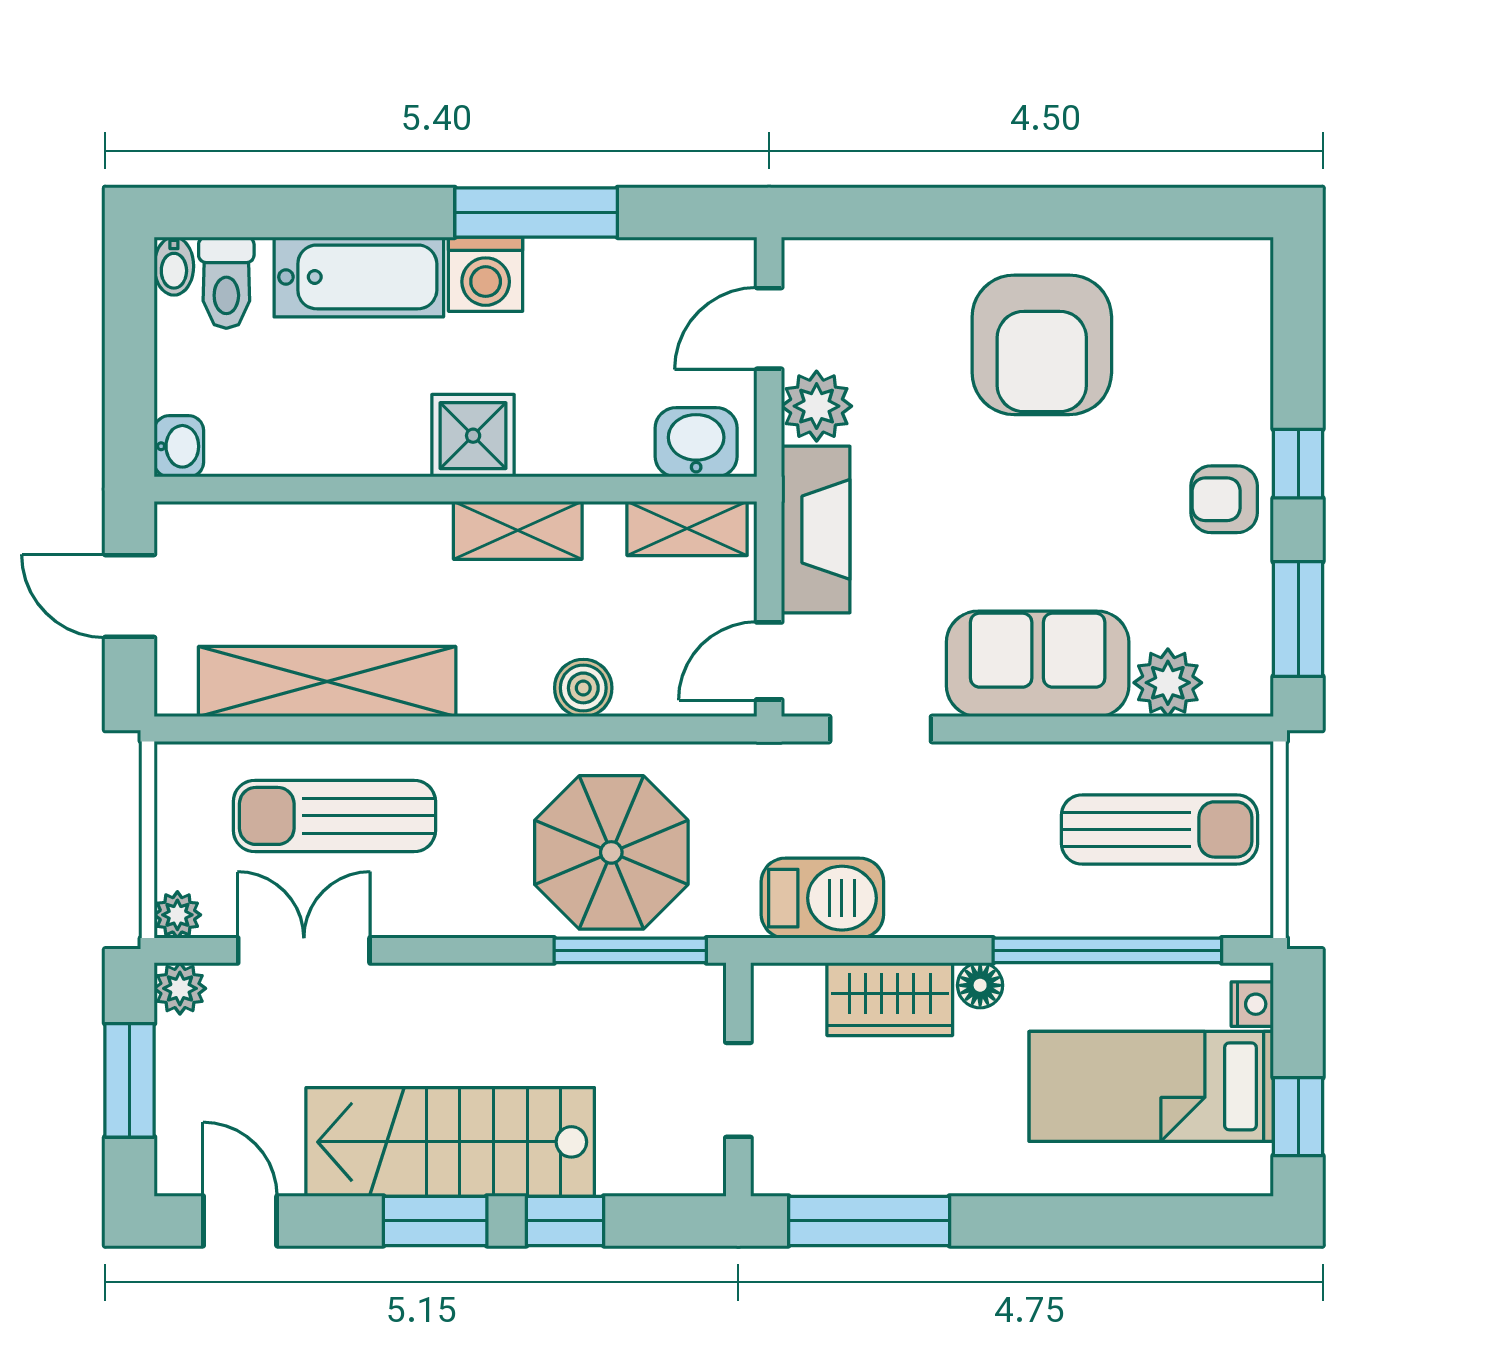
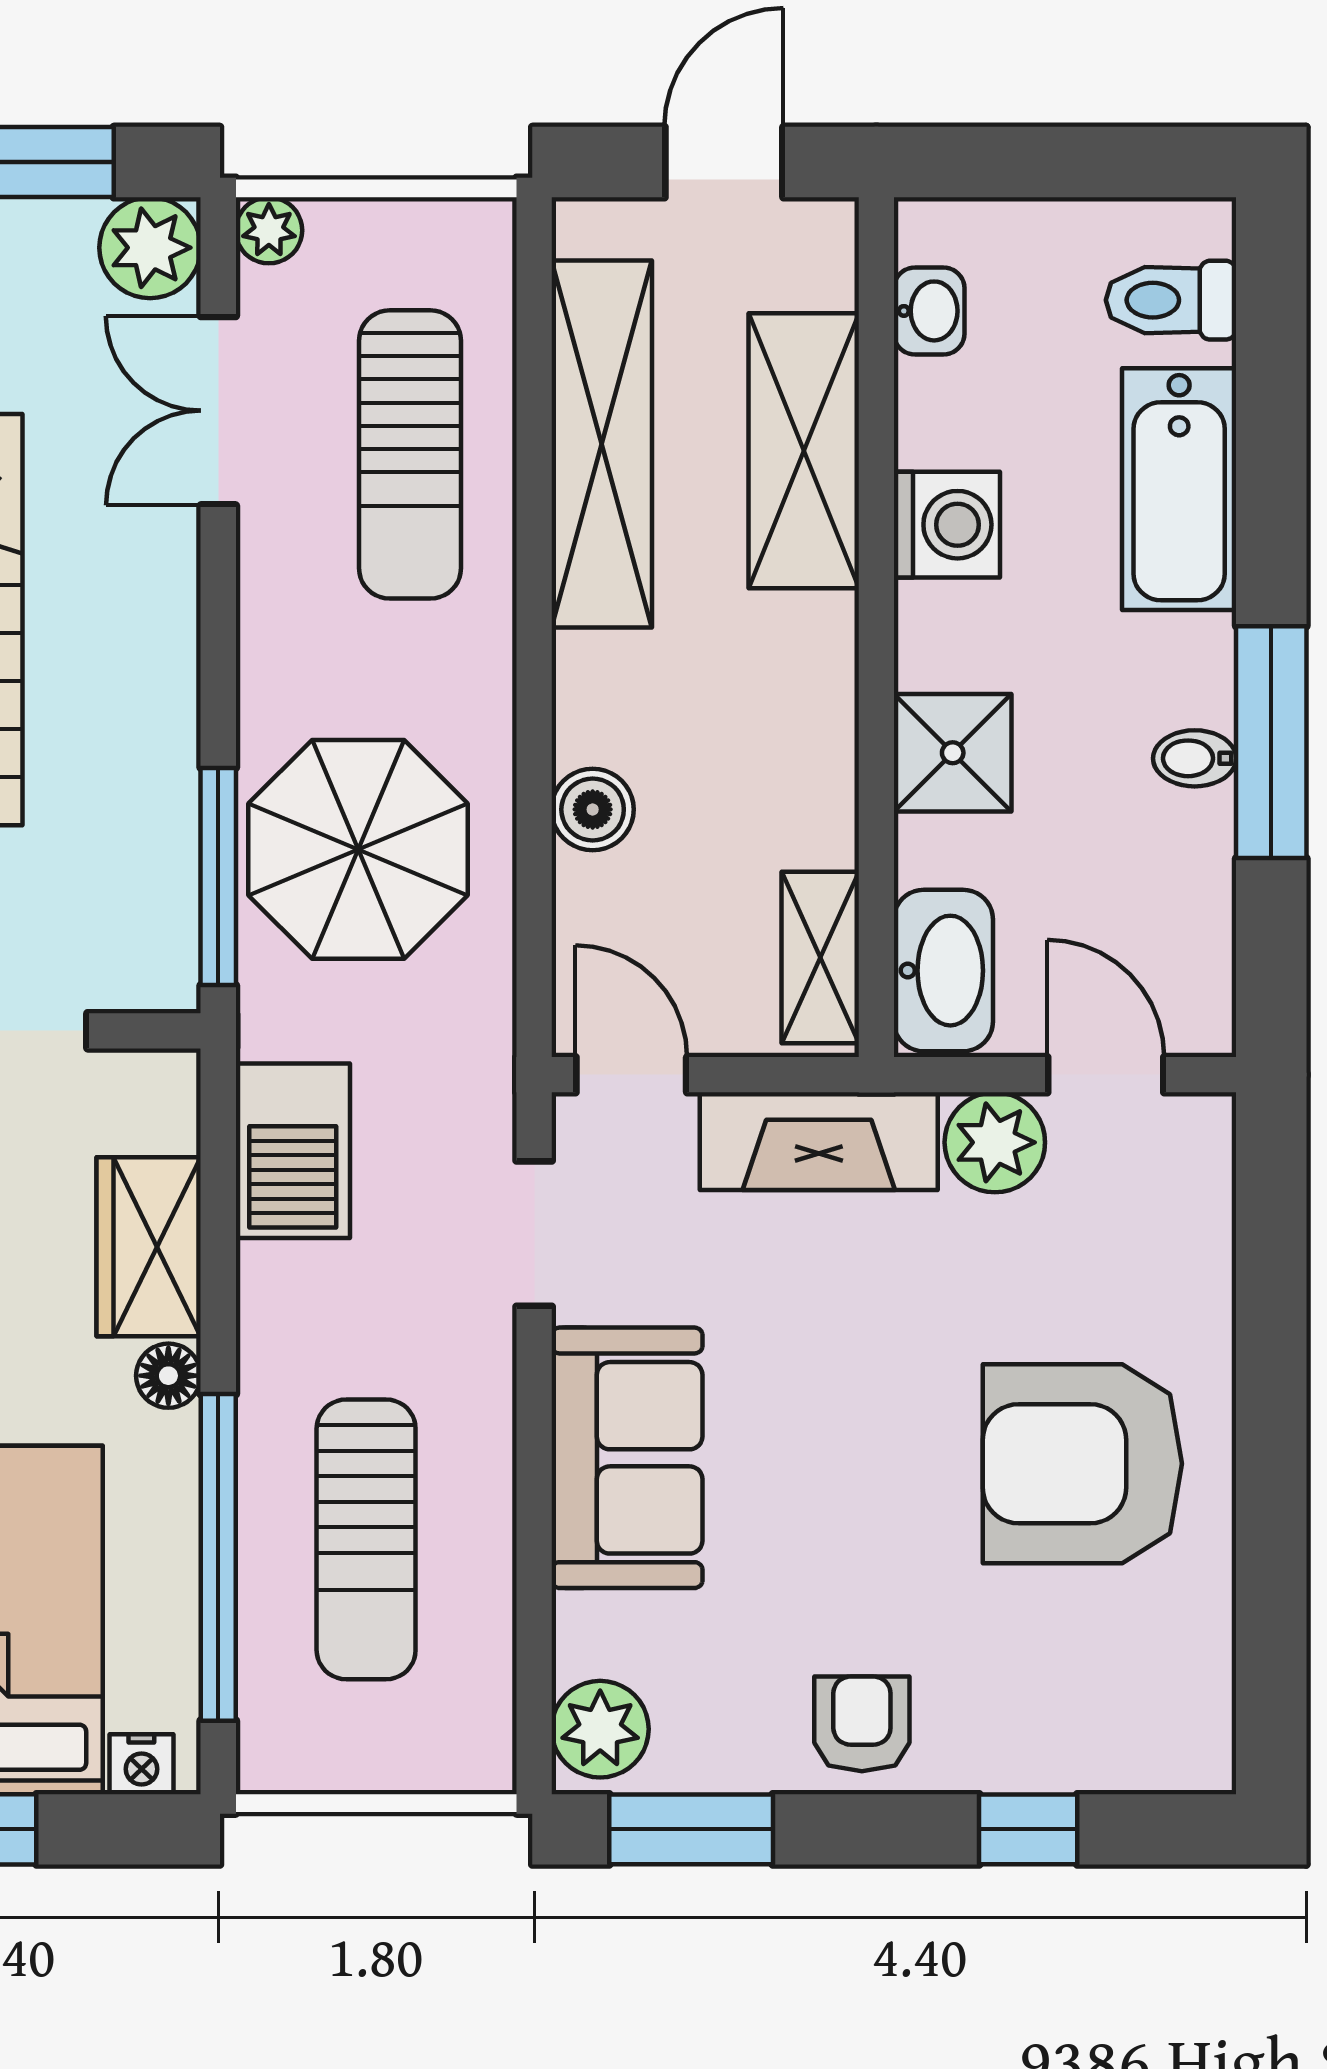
bidet: (174, 266) -> (1195, 758), moved
washing machine: (486, 274) -> (947, 525), moved, turned 180
shower: (473, 436) -> (953, 753), moved
washbasin: (696, 442) -> (943, 971), width x1.38
washbasin: (179, 446) -> (929, 311), moved, turned -90
window: (1298, 464) -> (1028, 1829), moved
shelving: (518, 530) -> (804, 451), moved, width x1.50, depth x1.33
plant: (1168, 683) -> (600, 1729), moved
sun lounger: (334, 816) -> (410, 454), turned 180
sun lounger: (1160, 829) -> (366, 1539), moved
double door: (304, 950) -> (218, 411), swing flipped
plant: (180, 988) -> (150, 248), width x1.38, depth x1.38

